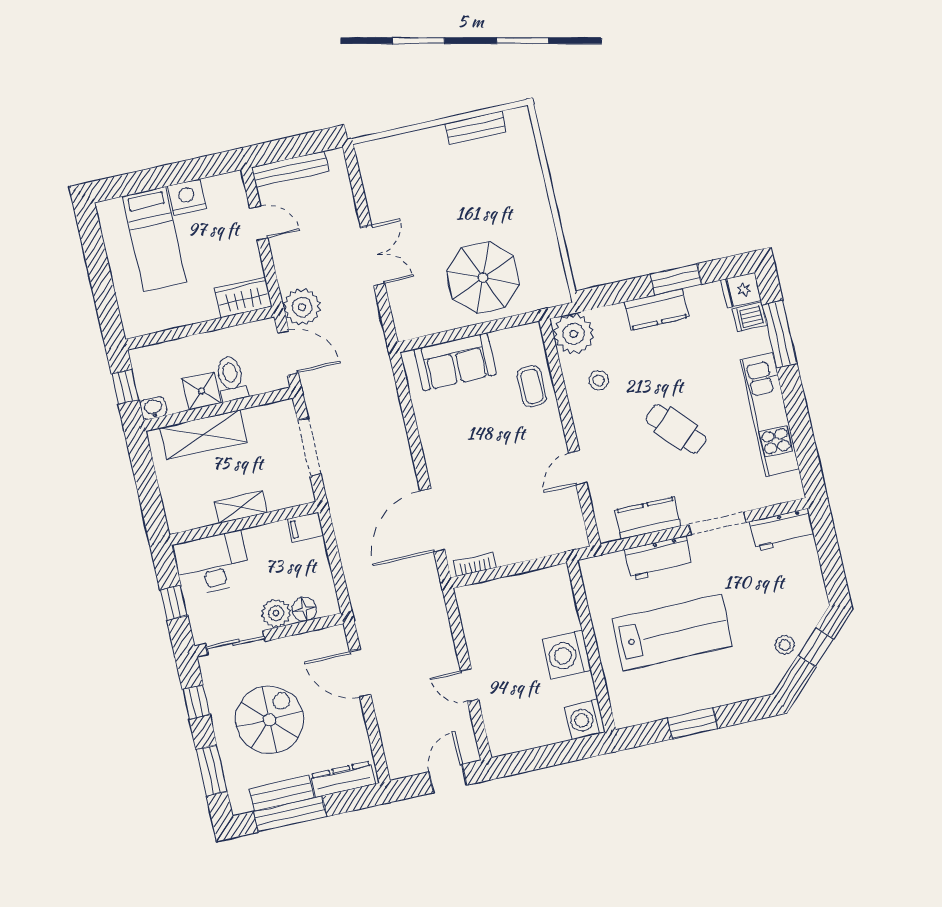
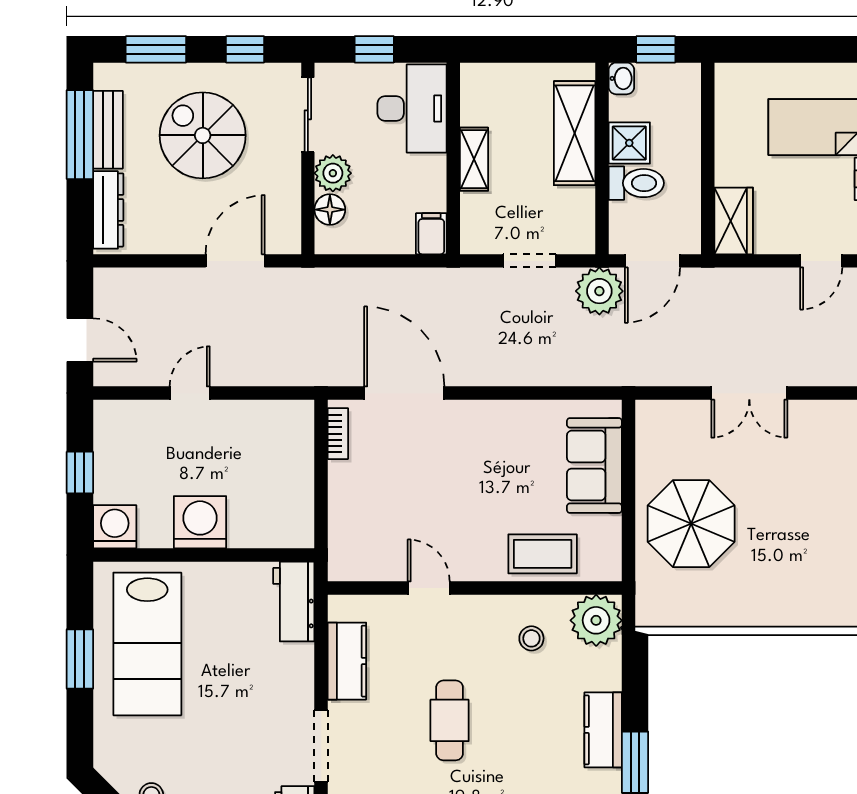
plant: (302, 307) -> (599, 291), moved
coffee table: (532, 386) -> (543, 554), width x1.36, depth x1.30
cafe table: (676, 429) -> (450, 720), turned -47
doorway: (309, 447) -> (530, 261), width x0.73
workbench: (658, 558) -> (294, 601), moved
lab bench: (672, 633) -> (147, 644), moved
spiral stairs: (269, 720) -> (203, 135), turned 180
window: (549, 756) -> (80, 473), added

